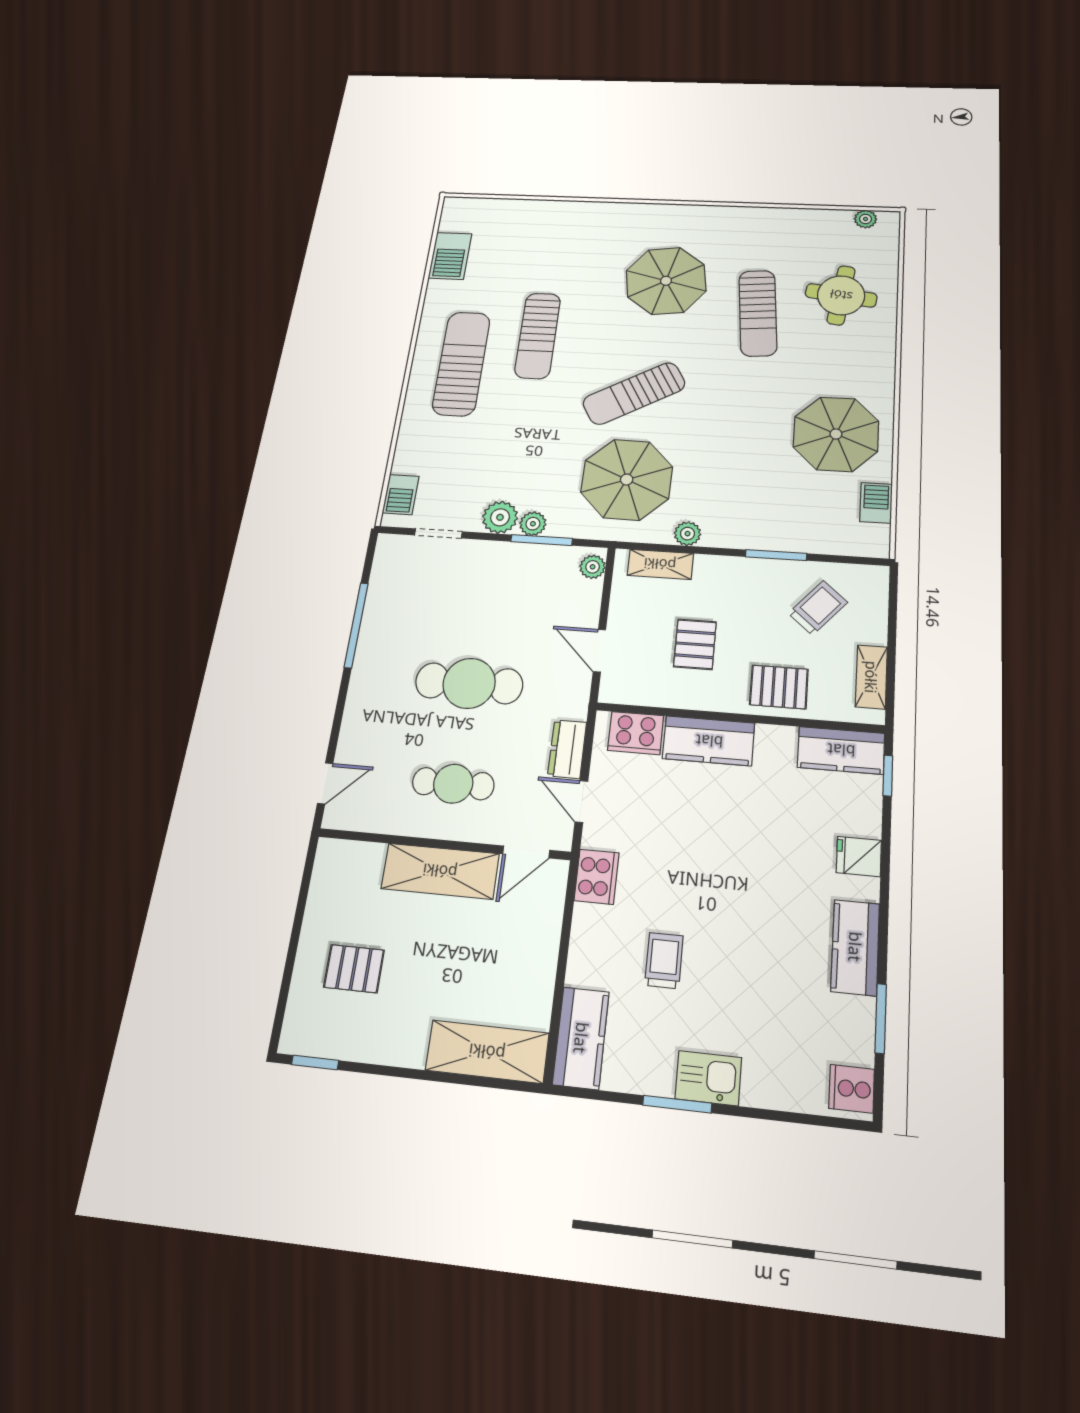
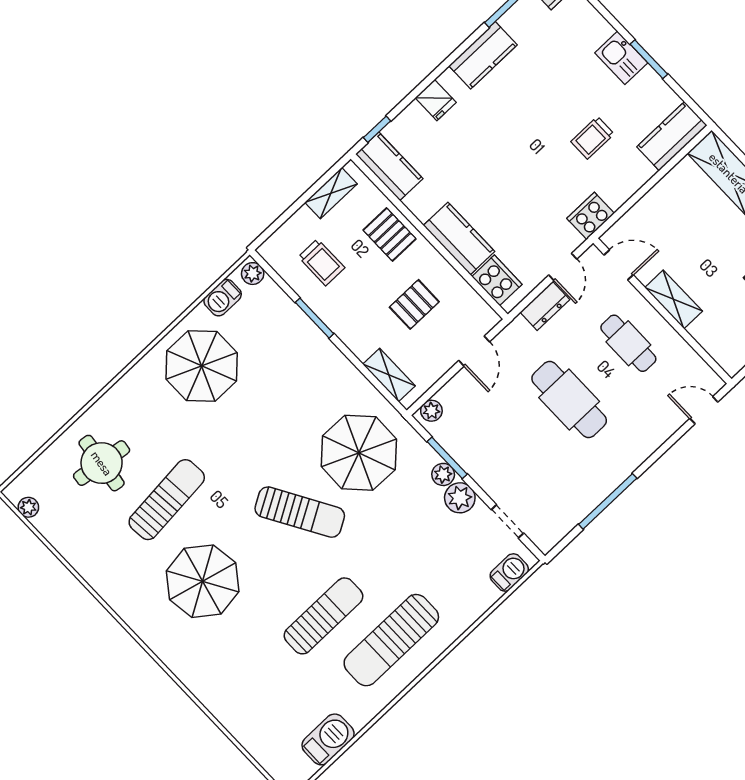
plant: (688, 534) -> (253, 274), moved
trolley: (818, 608) -> (321, 262), turned -131
shelving: (440, 871) -> (674, 299), width x0.67, depth x0.75

